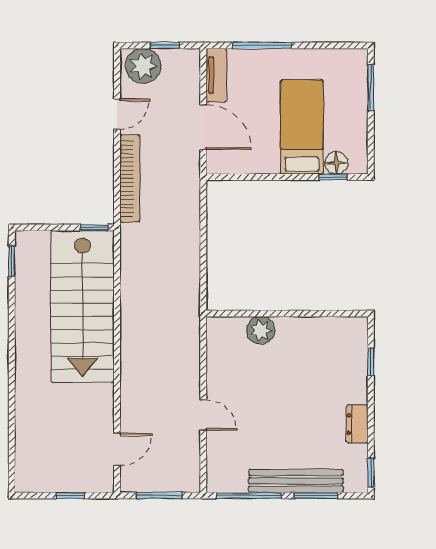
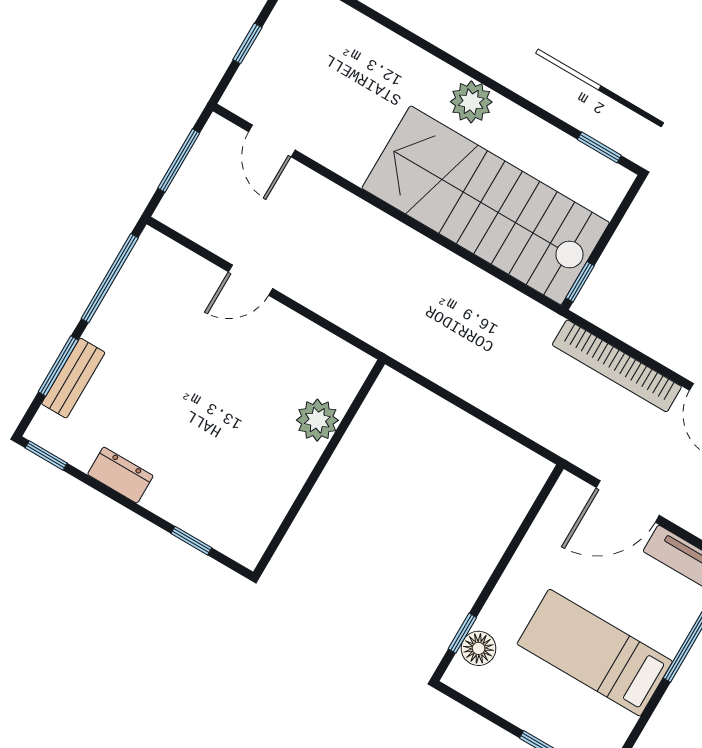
bed: (302, 127) -> (595, 653), moved, turned 180
plant: (29, 349) -> (471, 102), added
bench: (296, 481) -> (73, 378), width x0.54, depth x0.82

